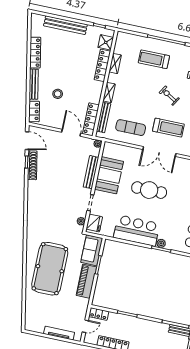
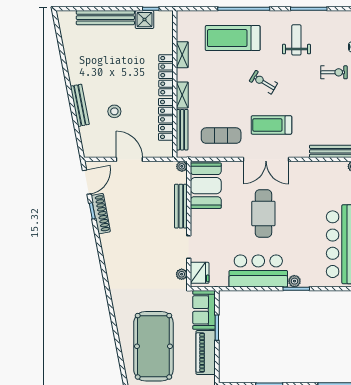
shower: (106, 42) -> (145, 20), moved
locker: (35, 53) -> (73, 63), removed
treadmill: (154, 59) -> (233, 38), width x1.37, depth x1.38
locker: (102, 65) -> (166, 75), moved
locker: (34, 111) -> (88, 141), removed
locker: (91, 119) -> (166, 119), moved
treadmill: (168, 128) -> (271, 125), turned 180
door: (71, 133) -> (129, 159), moved
door: (27, 141) -> (87, 182), hinge flipped
booth: (109, 175) -> (206, 186), moved
cafe table: (149, 190) -> (263, 213), turned 90

